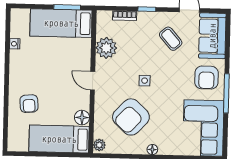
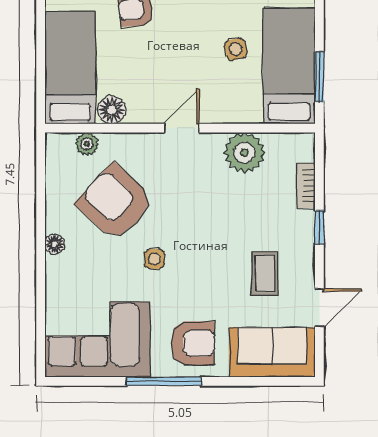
coffee table: (171, 39) -> (265, 274), turned -49
side table: (51, 51) -> (236, 49), added
armchair: (206, 78) -> (193, 343), turned 180
side table: (145, 81) -> (155, 259), moved
plant: (99, 145) -> (87, 144), moved

